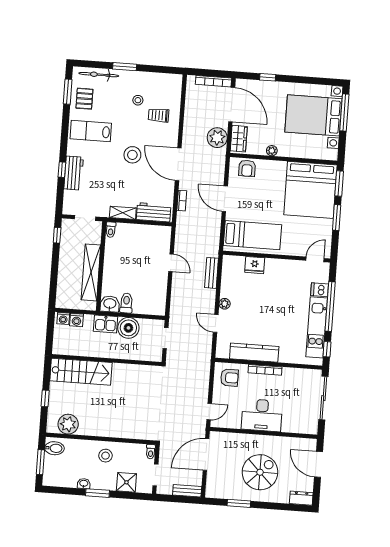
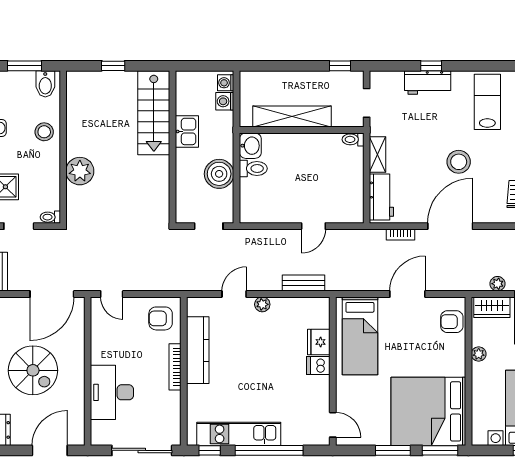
plant: (217, 138) -> (498, 284), width x0.53, depth x0.53
dishwasher: (319, 290) -> (318, 365), moved, turned -90
kitchen sink: (105, 324) -> (187, 131), moved, turned 180
armchair: (229, 378) -> (161, 318), turned 90
desk: (262, 415) -> (112, 392), moved
plant: (68, 424) -> (80, 171), moved
door: (206, 455) -> (52, 294), swing flipped
stool: (105, 456) -> (44, 132), moved

